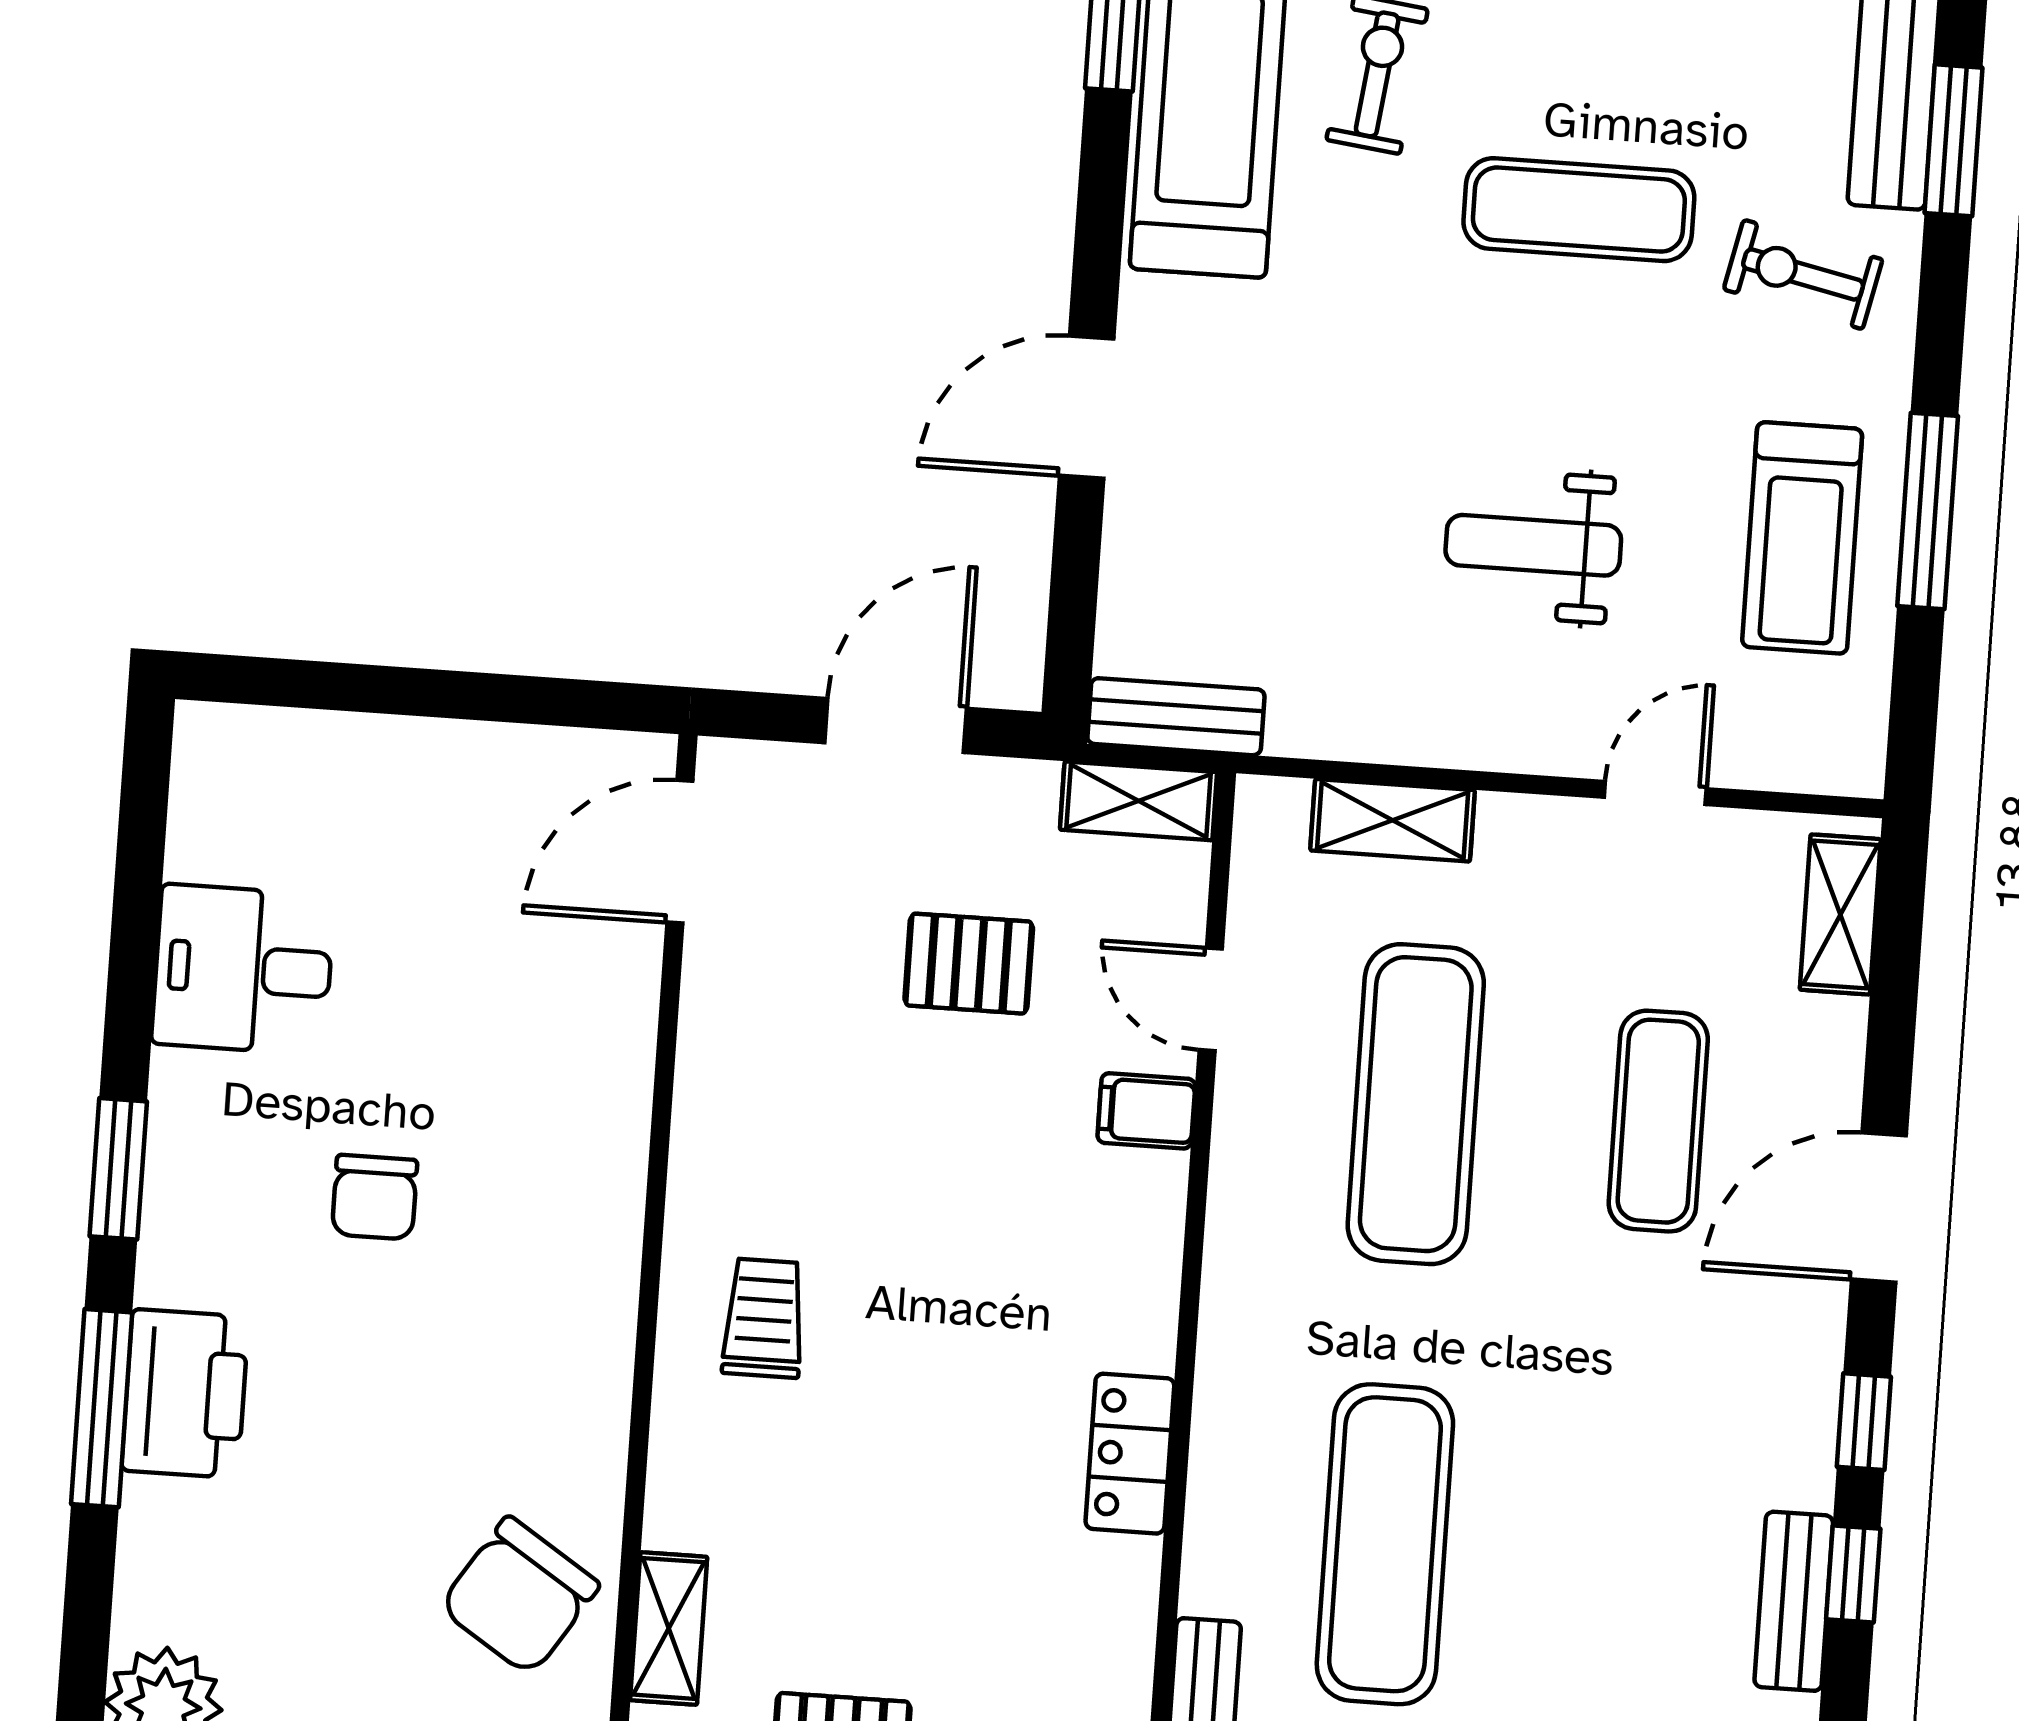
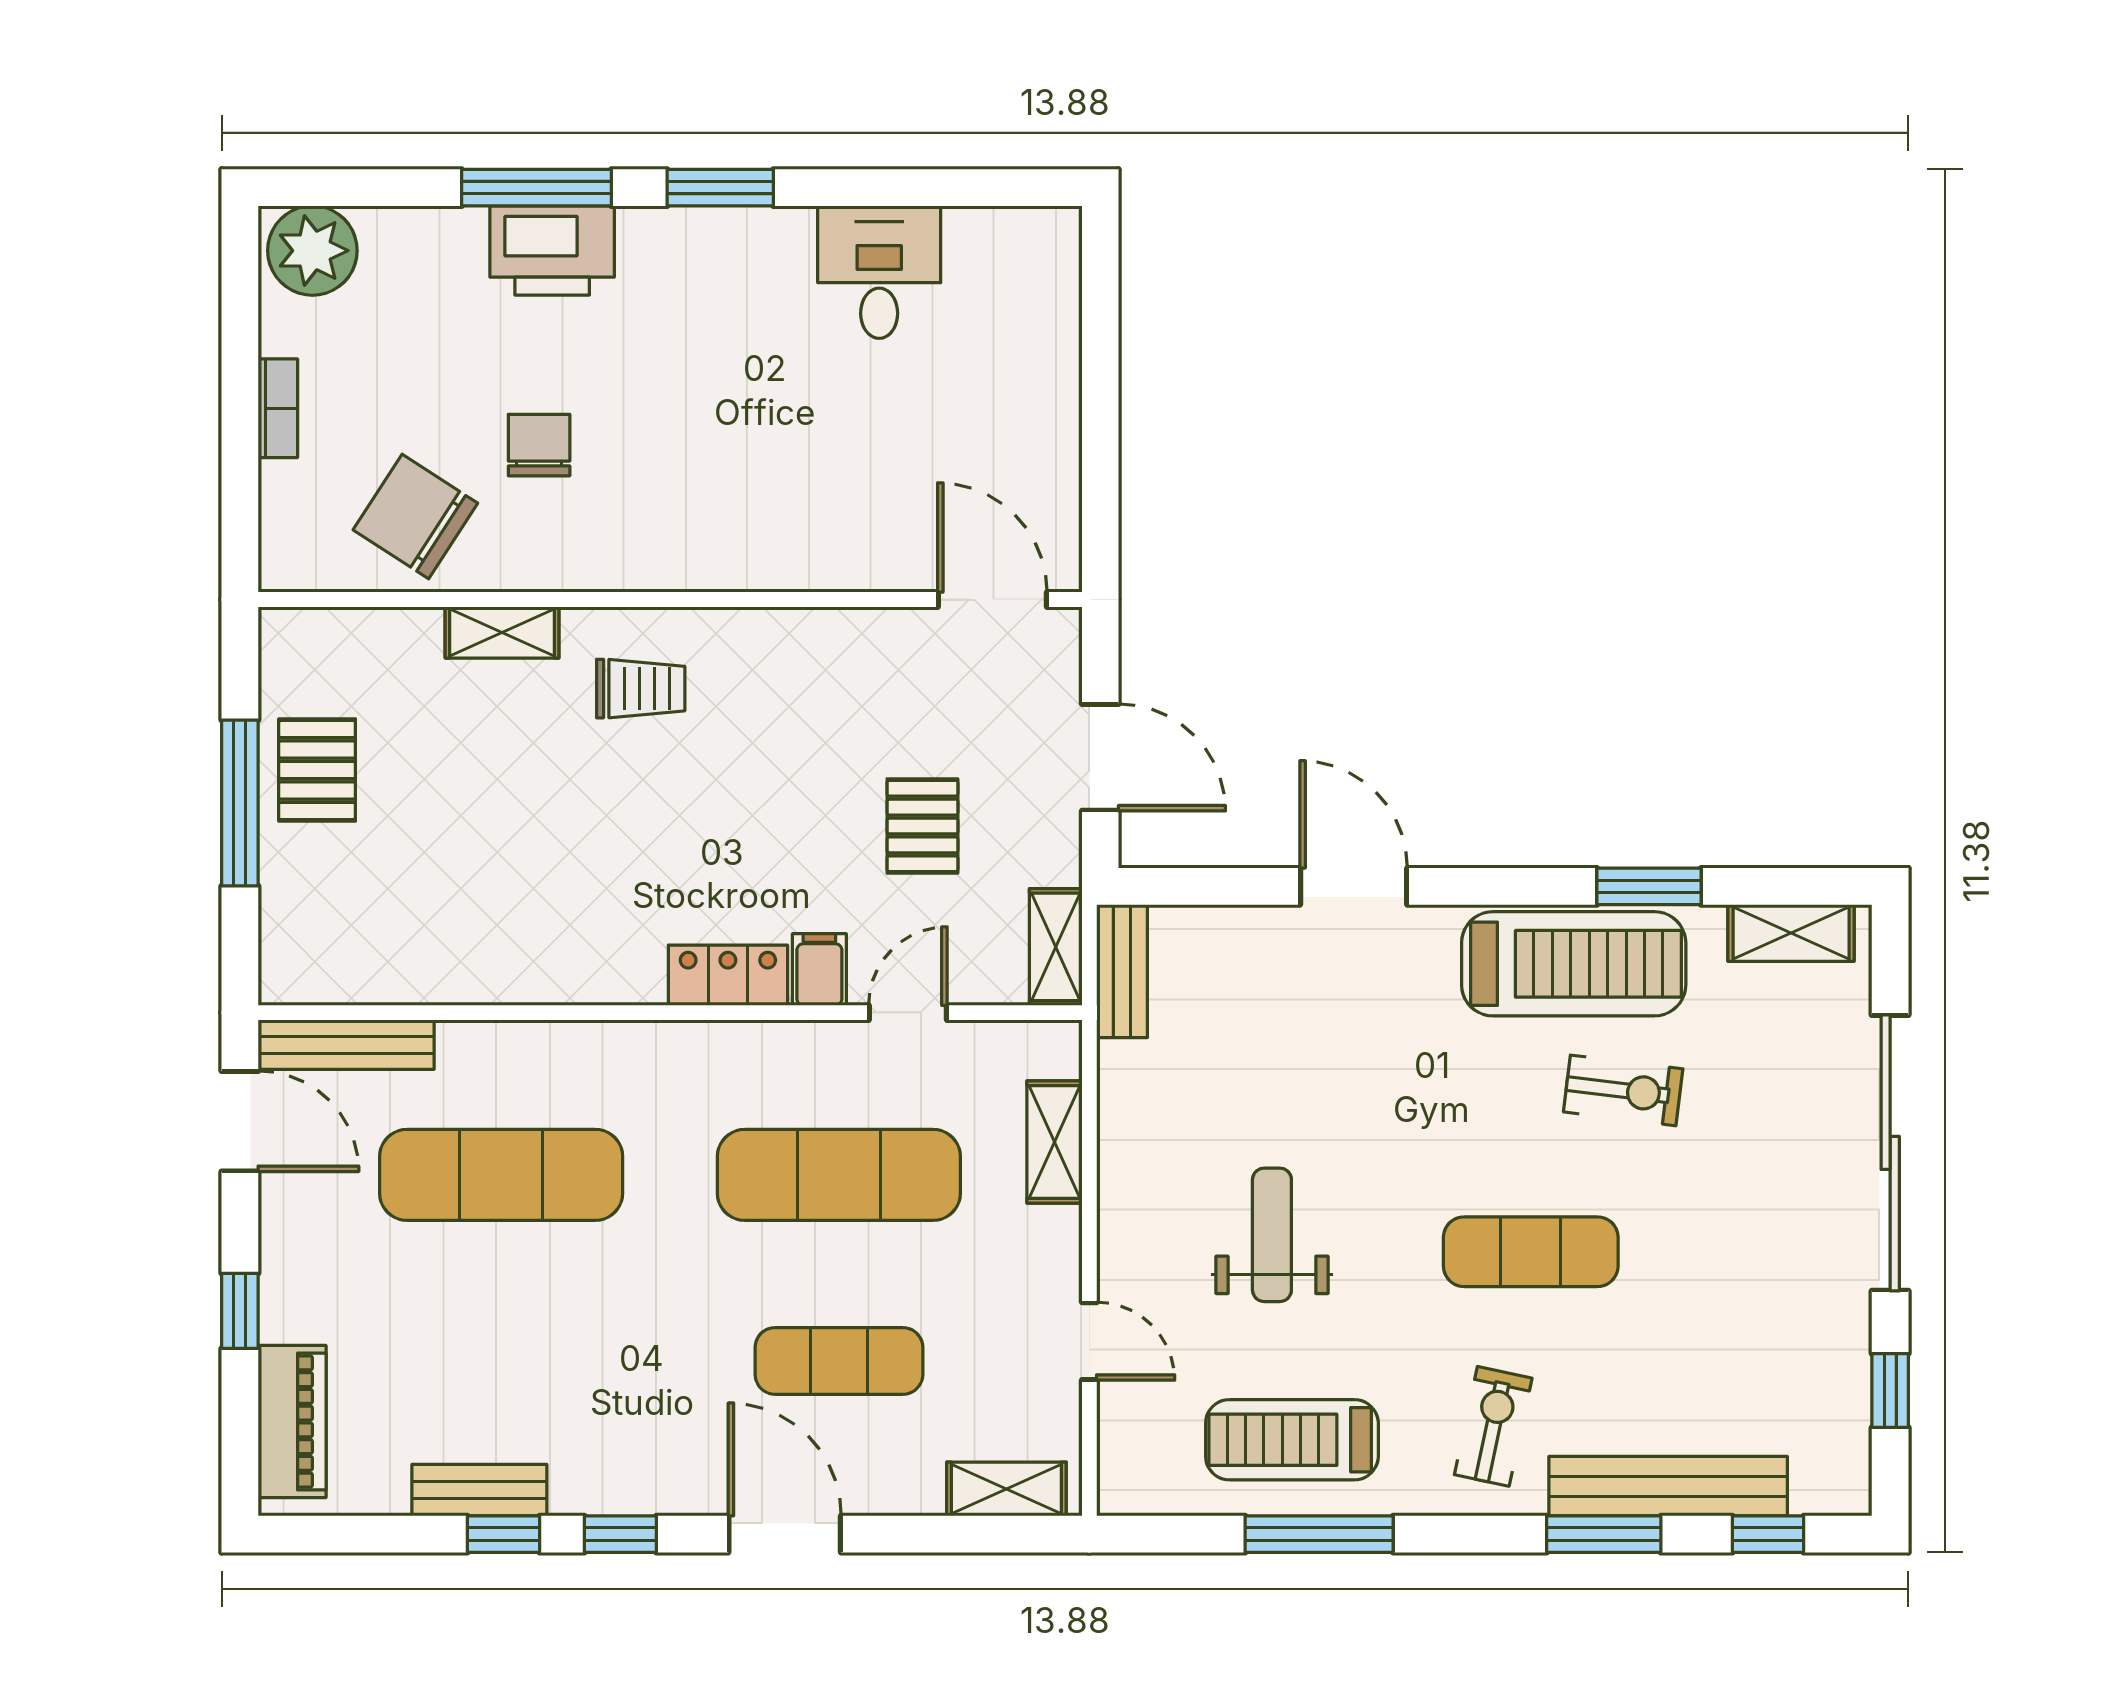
exercise mat: (1579, 210) -> (1531, 1252), turned 90
chair: (375, 1197) -> (539, 445), moved, turned 90
locker: (1130, 1454) -> (728, 975), moved
shelving: (669, 1628) -> (502, 632), moved

